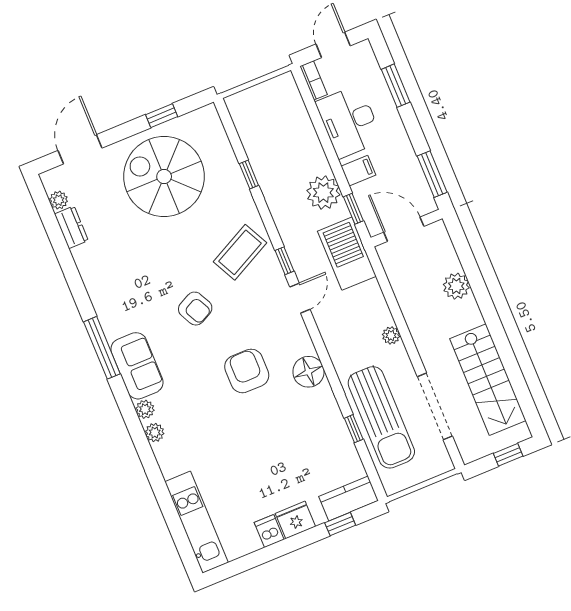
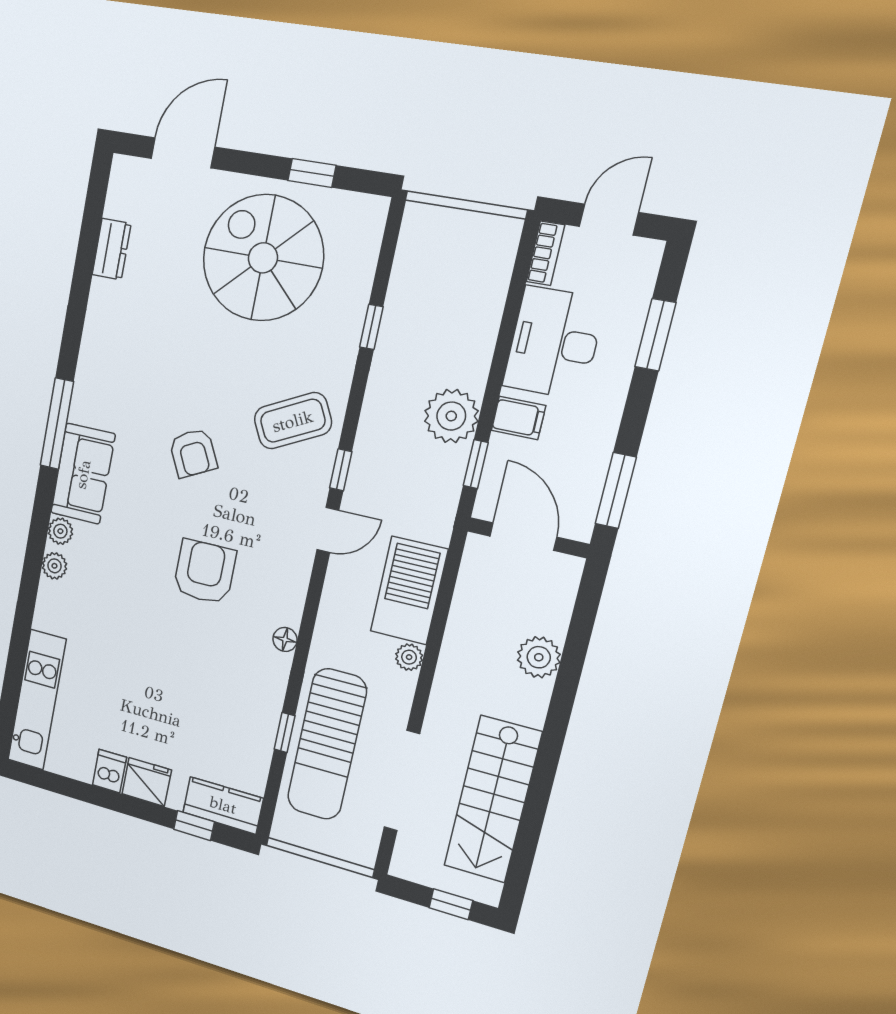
plant: (59, 200) -> (118, 204), removed
barbecue: (347, 254) -> (409, 590), moved
floor lamp: (308, 372) -> (285, 639), width x0.53, depth x0.53

